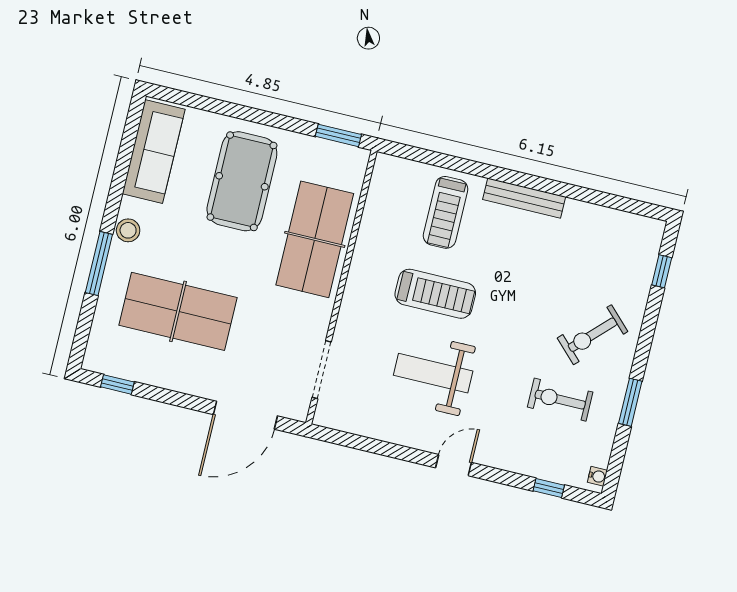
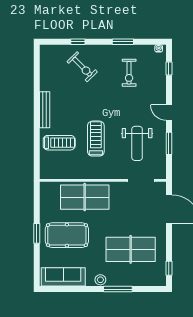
window: (338, 135) -> (37, 233), moved
window: (662, 271) -> (78, 42), moved
table tennis table: (178, 311) -> (131, 249), turned 90
exercise bike: (593, 335) -> (82, 67), moved
weight bench: (433, 373) -> (137, 143), moved
window: (387, 449) -> (169, 143), added

